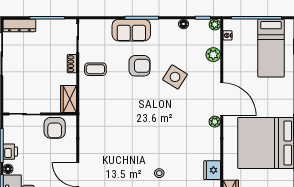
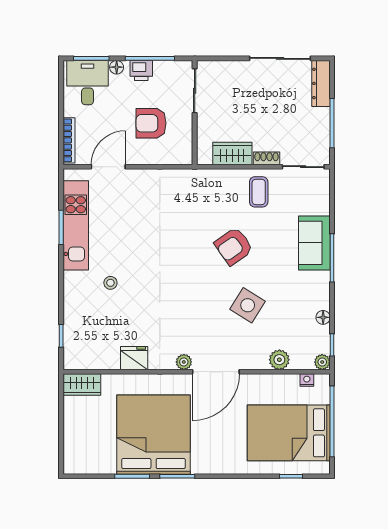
bed: (271, 48) -> (289, 433), width x1.50
armchair: (140, 66) -> (234, 246), moved, turned 55
wardrobe: (68, 99) -> (232, 153), moved
armchair: (55, 128) -> (151, 123), moved
fridge: (212, 170) -> (134, 358), moved

